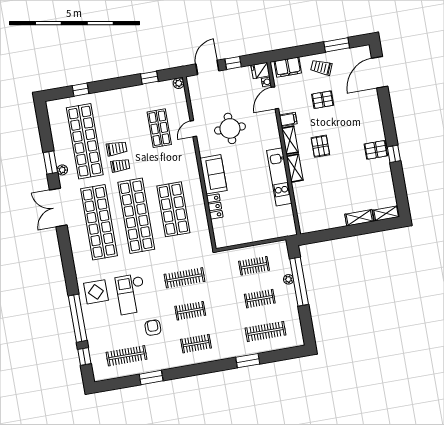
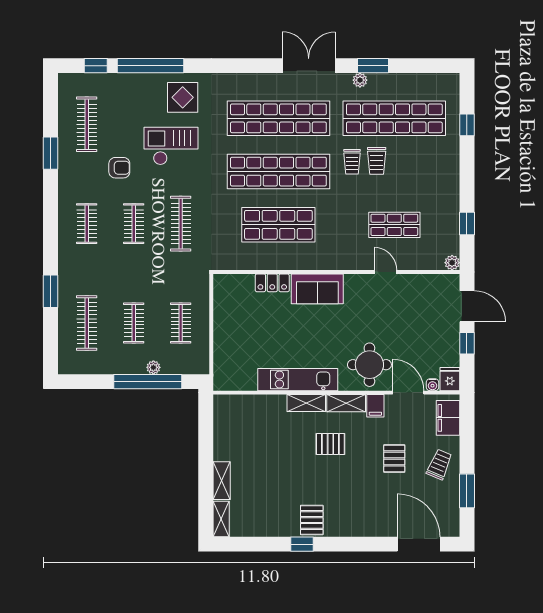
round table: (230, 128) -> (369, 365), moved

